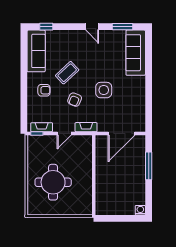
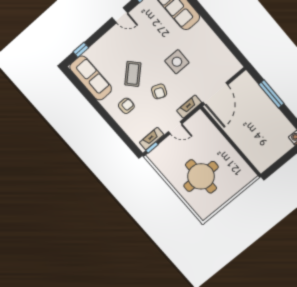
door: (64, 133) -> (175, 128), hinge flipped
door: (122, 133) -> (215, 94), moved

